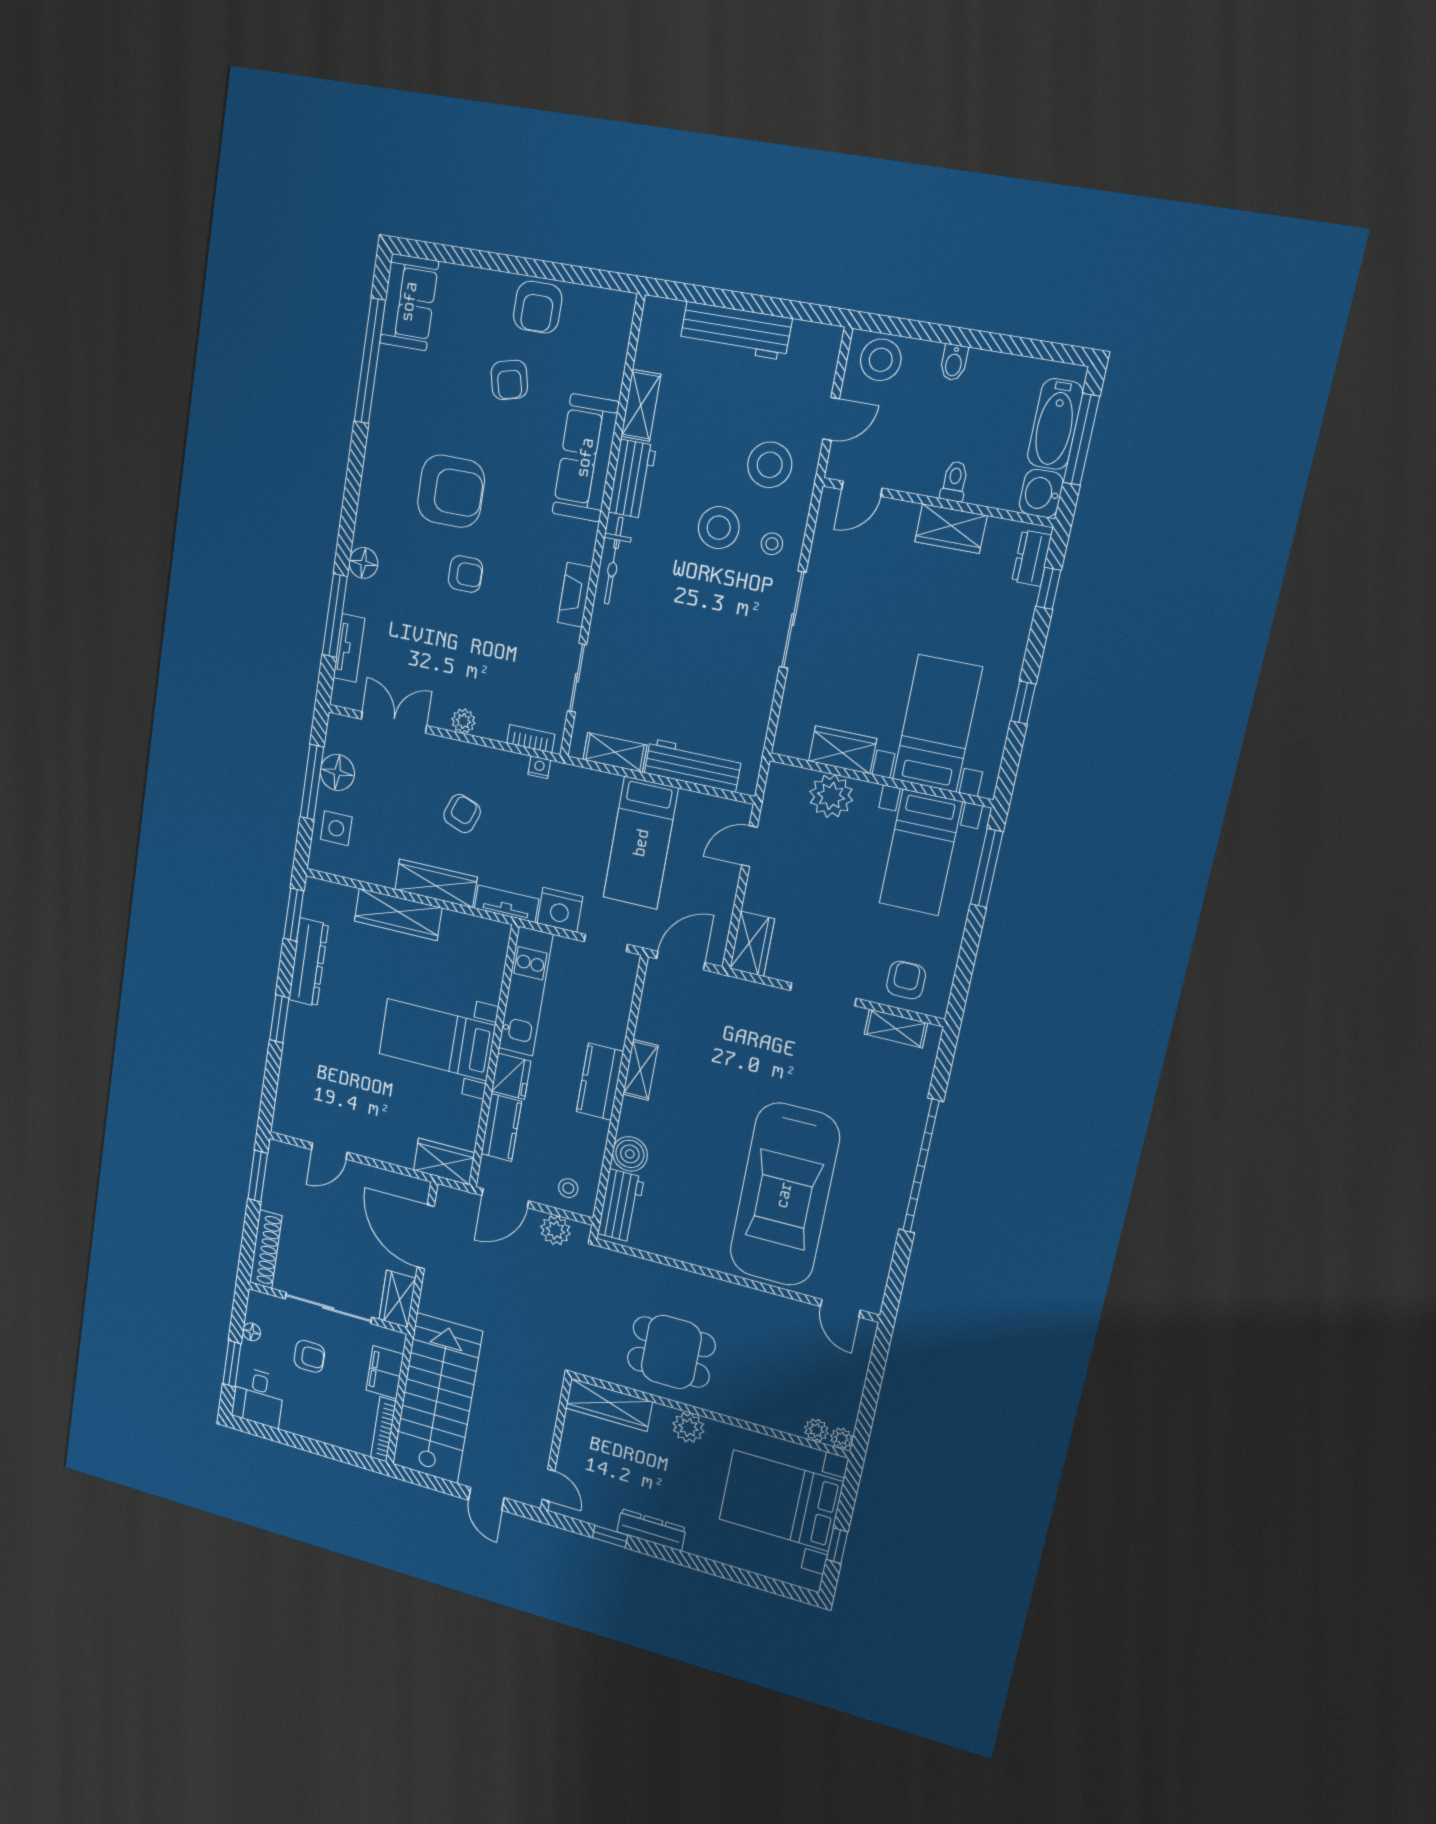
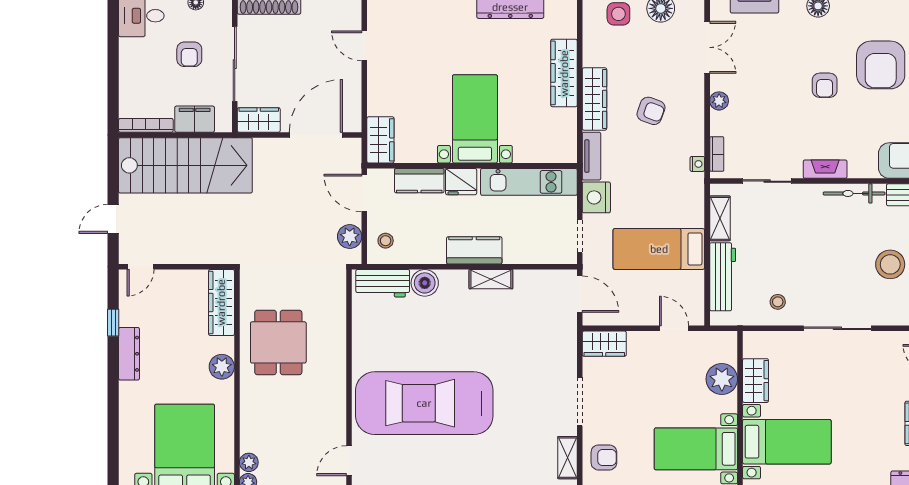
stool: (772, 544) -> (778, 302), moved

